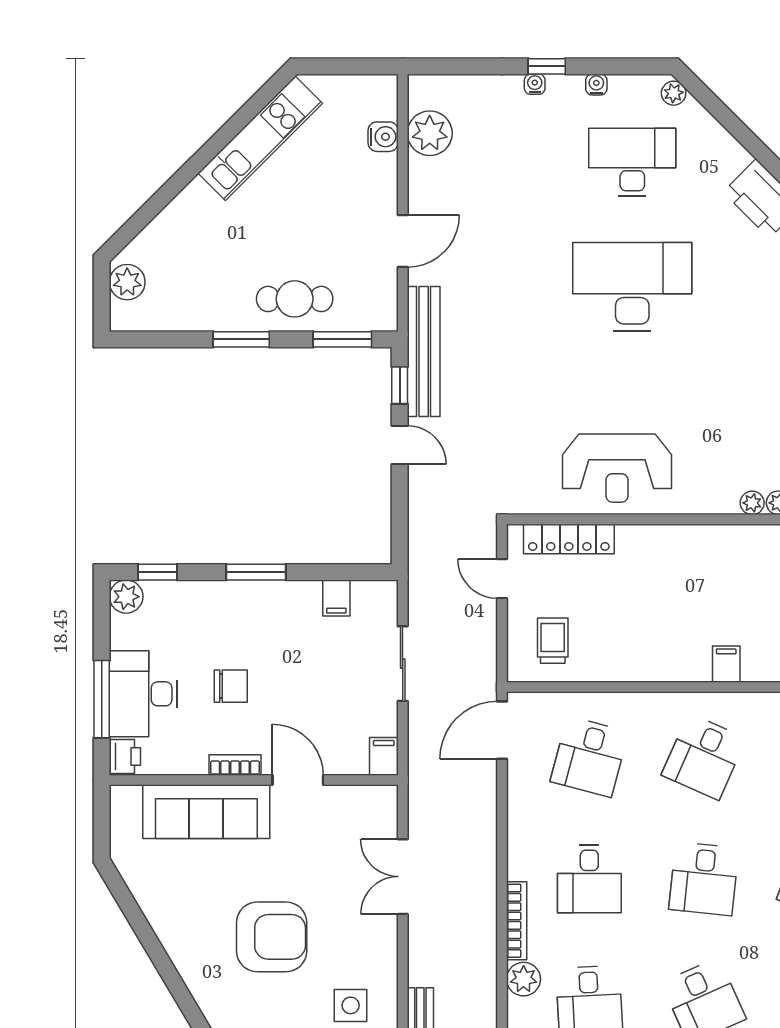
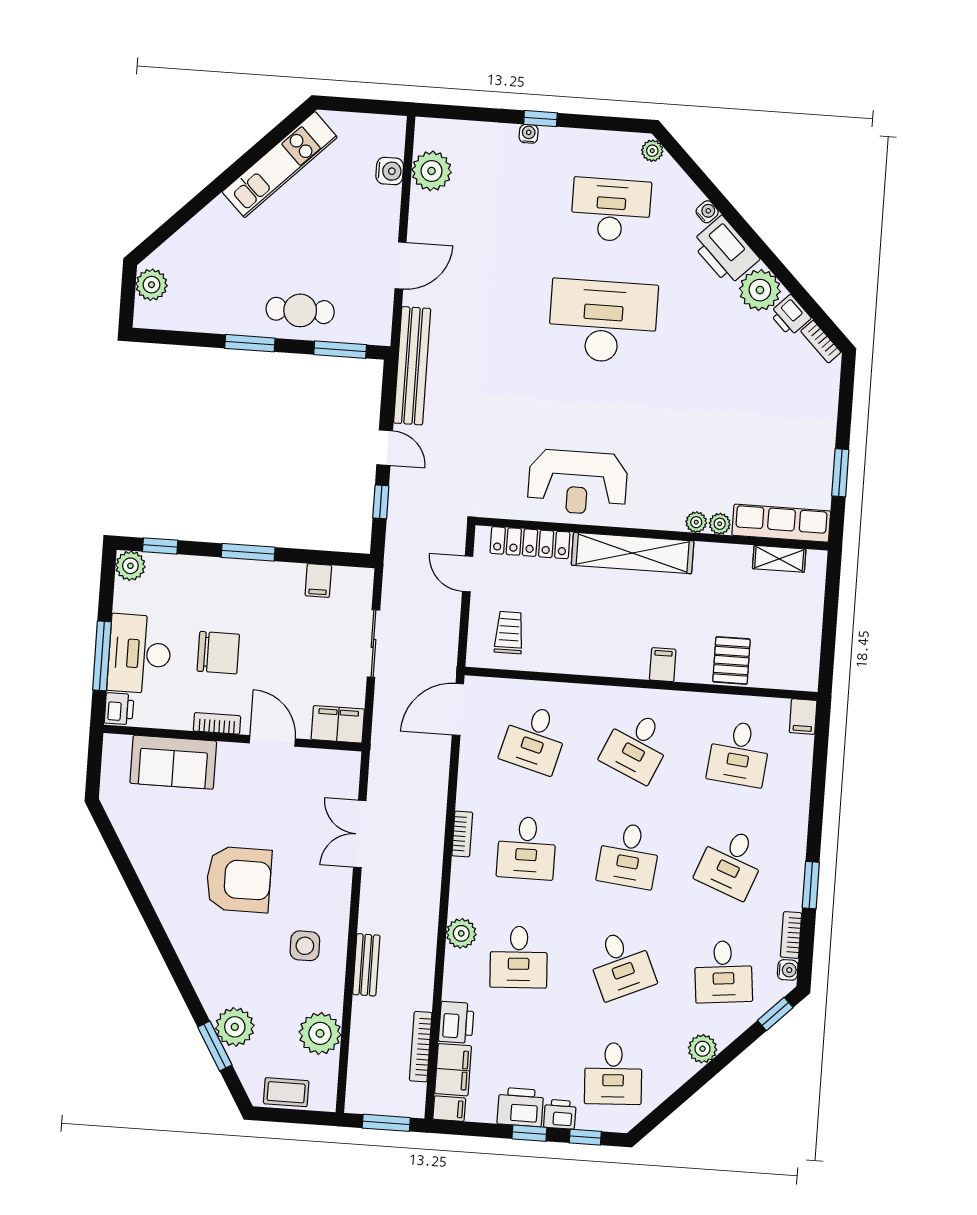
water cooler: (596, 85) -> (707, 212), moved, turned 45
window: (400, 385) -> (381, 502), moved
shelving: (684, 542) -> (633, 553), added
chair: (231, 686) -> (218, 653), width x1.37, depth x1.37
filing cabinet: (384, 756) -> (338, 724), width x2.00
sofa: (206, 812) -> (173, 762), width x0.73
bookcase: (517, 921) -> (462, 834), moved, width x0.64

